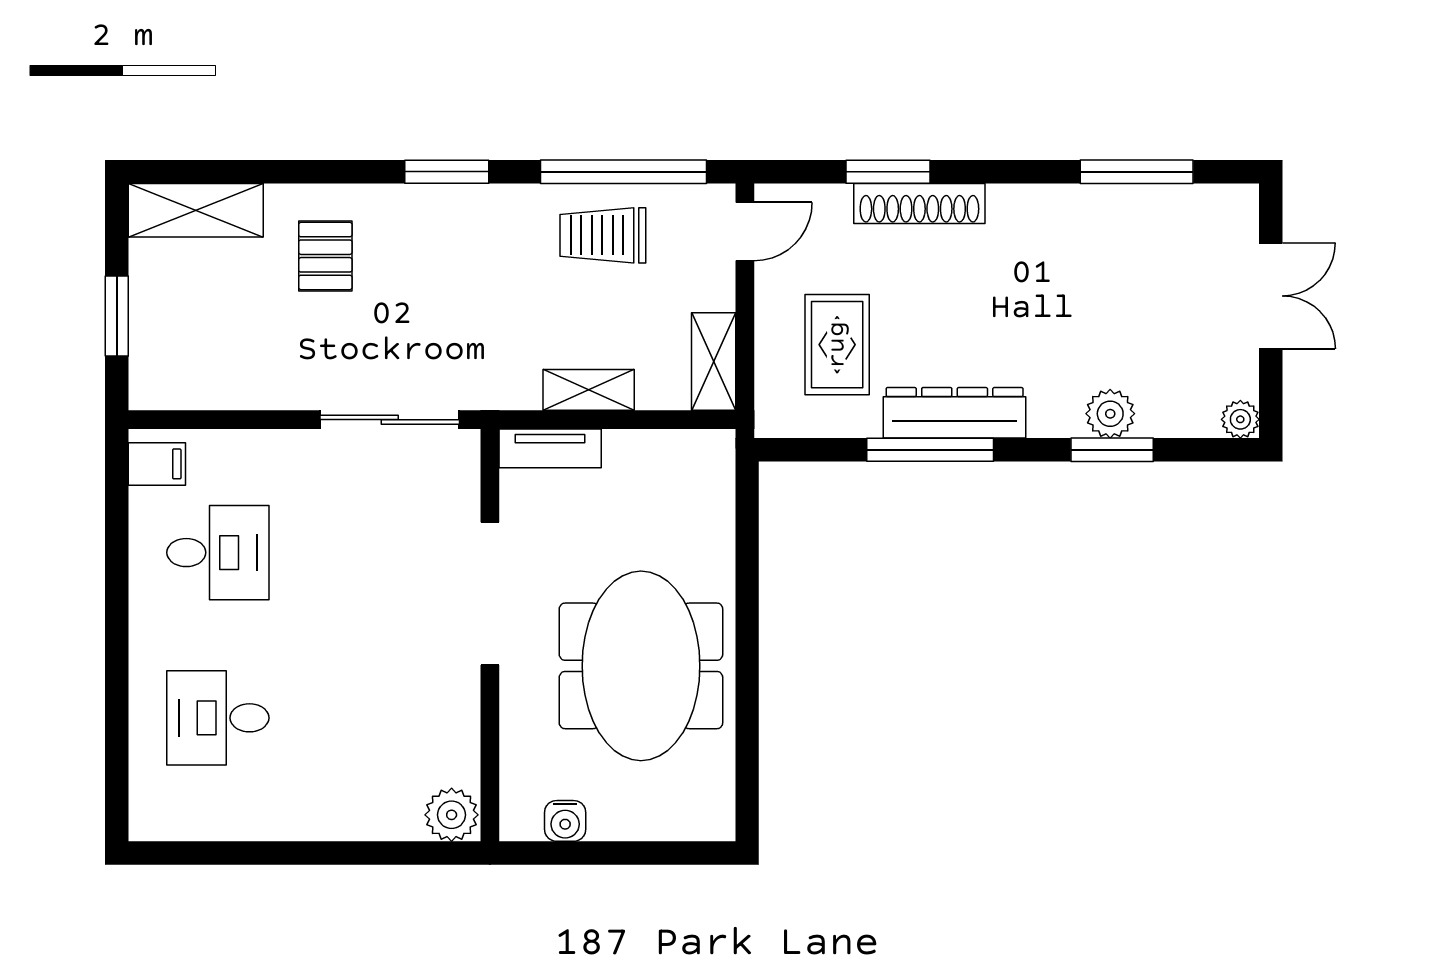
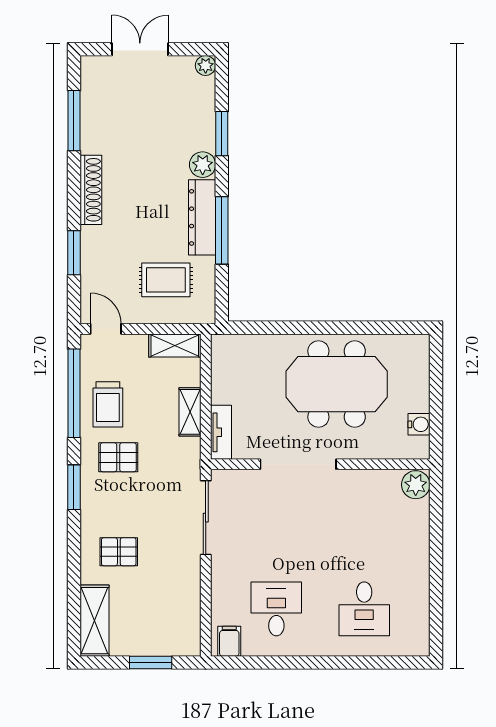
shoe rack: (919, 203) -> (91, 190), moved
pallet: (503, 255) -> (118, 457), added
plant: (1110, 414) -> (203, 165), moved

